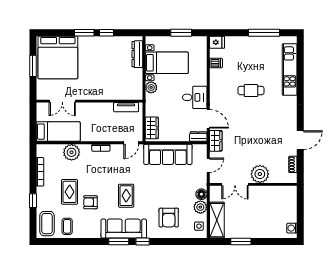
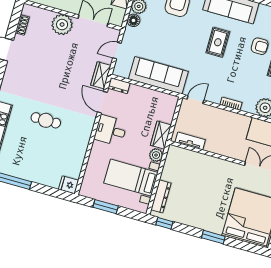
window: (107, 33) -> (164, 223), moved
dishwasher: (216, 63) -> (76, 162), removed
wardrobe: (152, 128) -> (161, 135), moved

